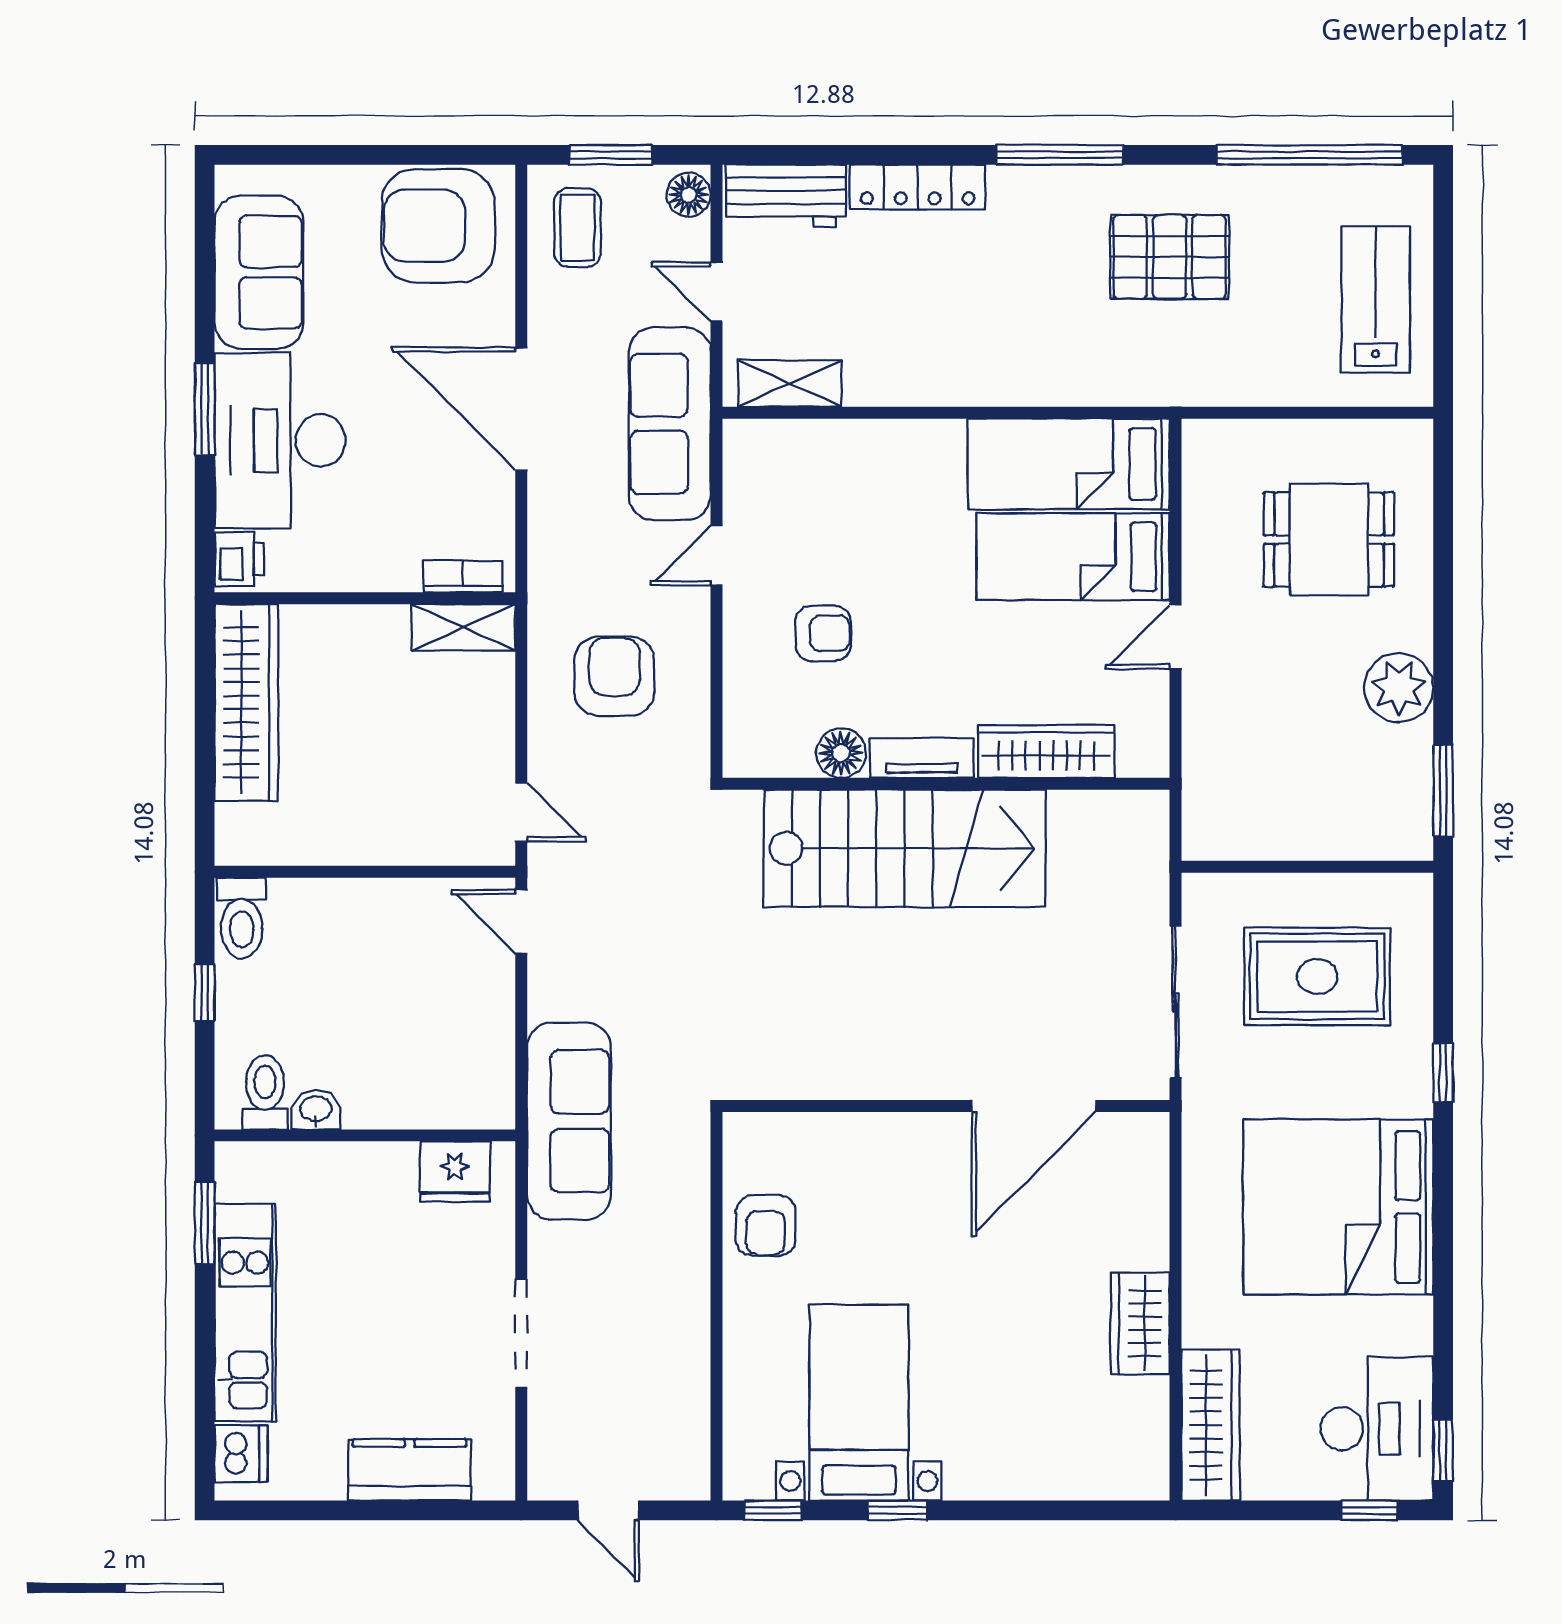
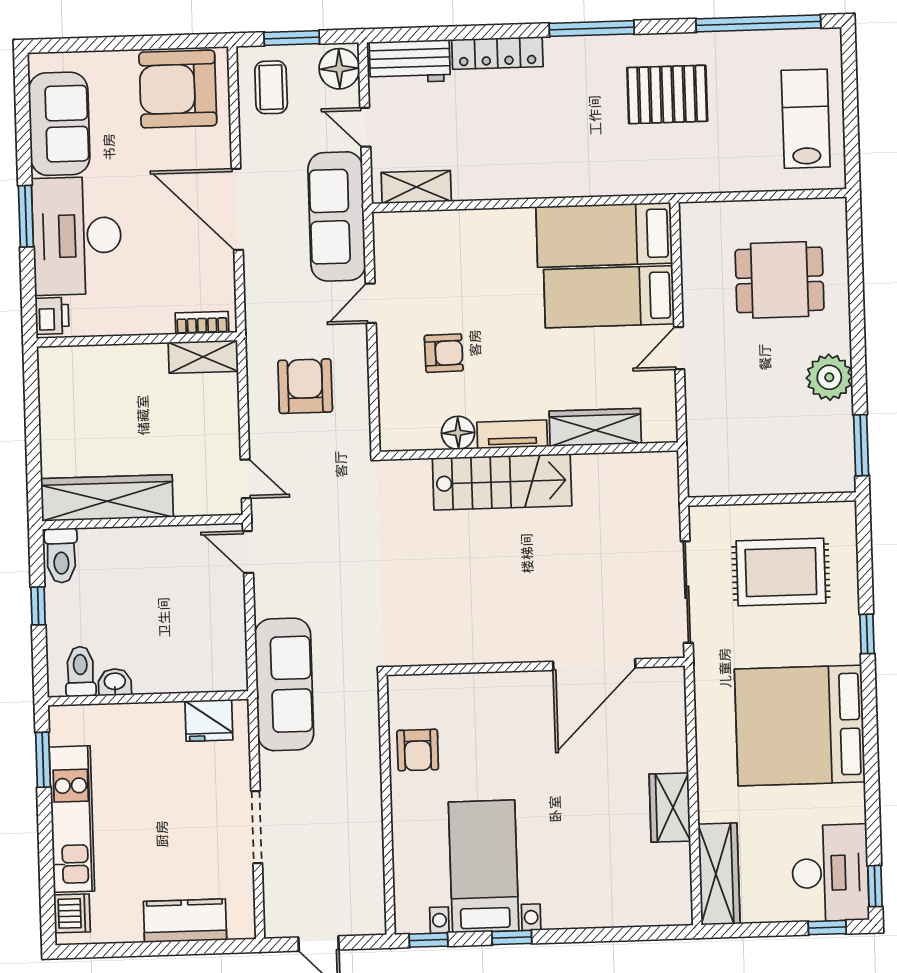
floor lamp: (689, 195) -> (339, 69), width x1.38, depth x1.38
wardrobe: (246, 702) -> (107, 498), moved, turned -90
stairs: (904, 848) -> (502, 482), width x0.73, depth x0.66

